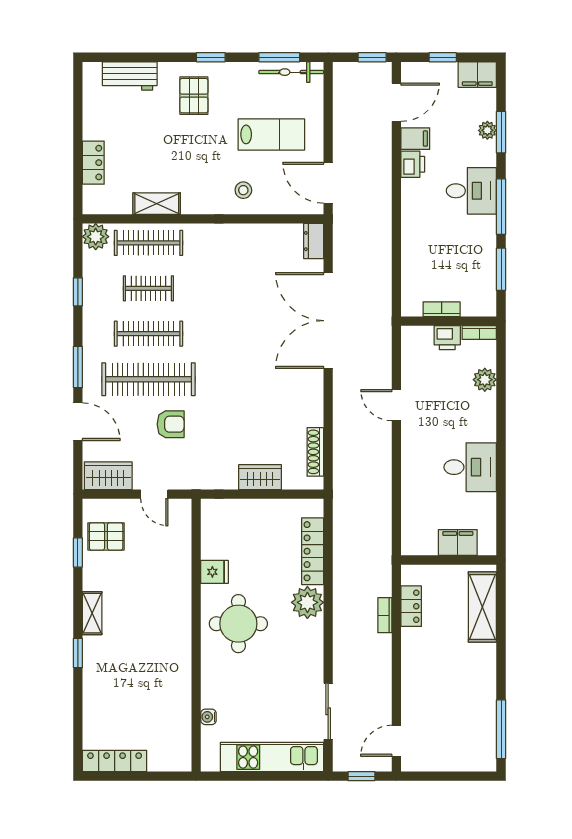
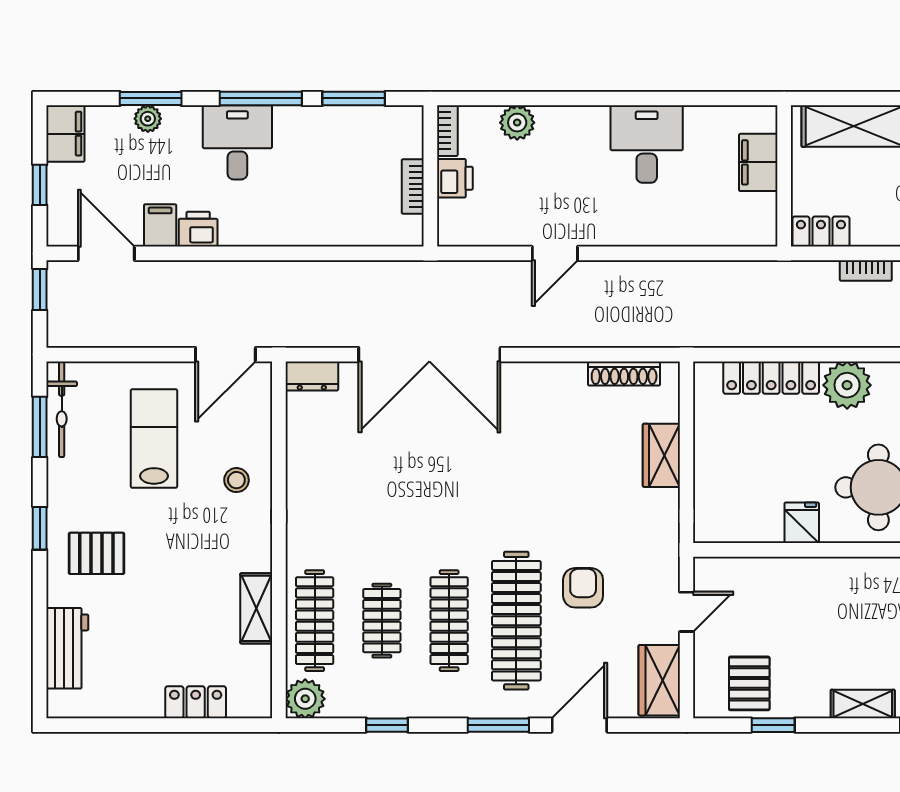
locker: (411, 606) -> (821, 232), moved

